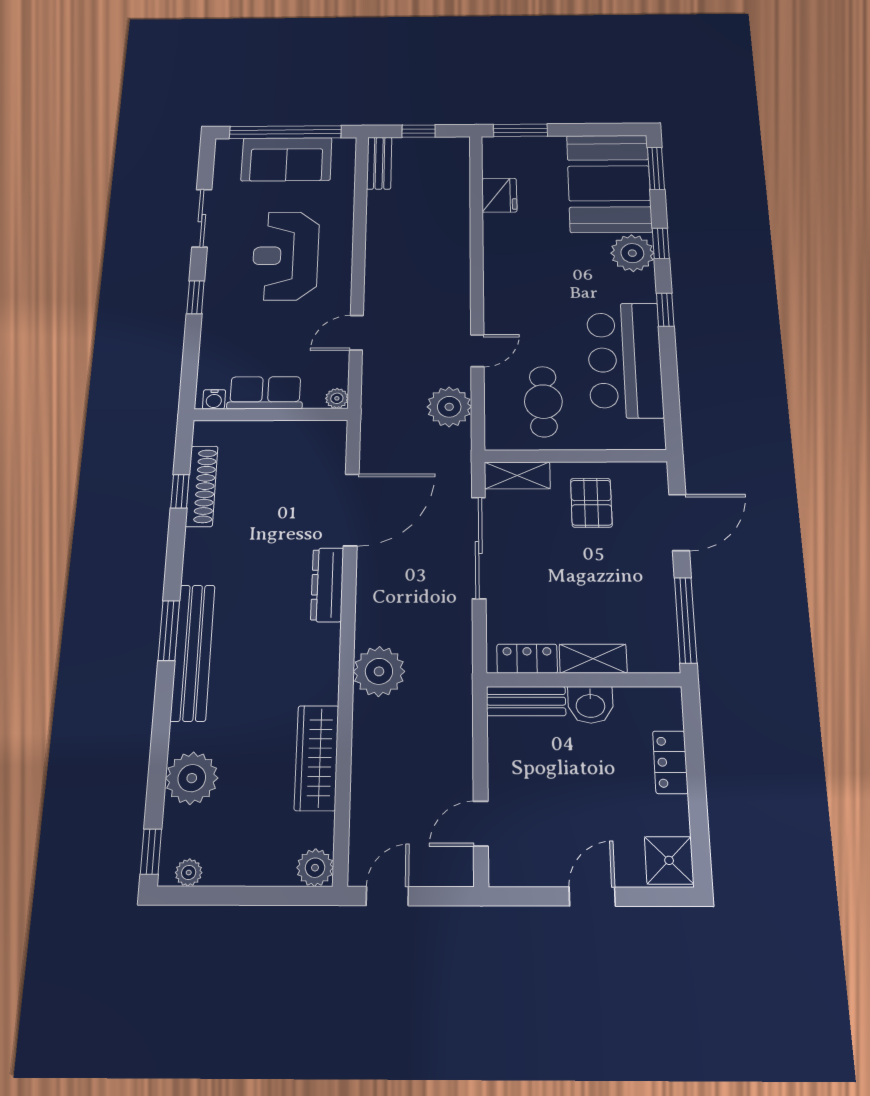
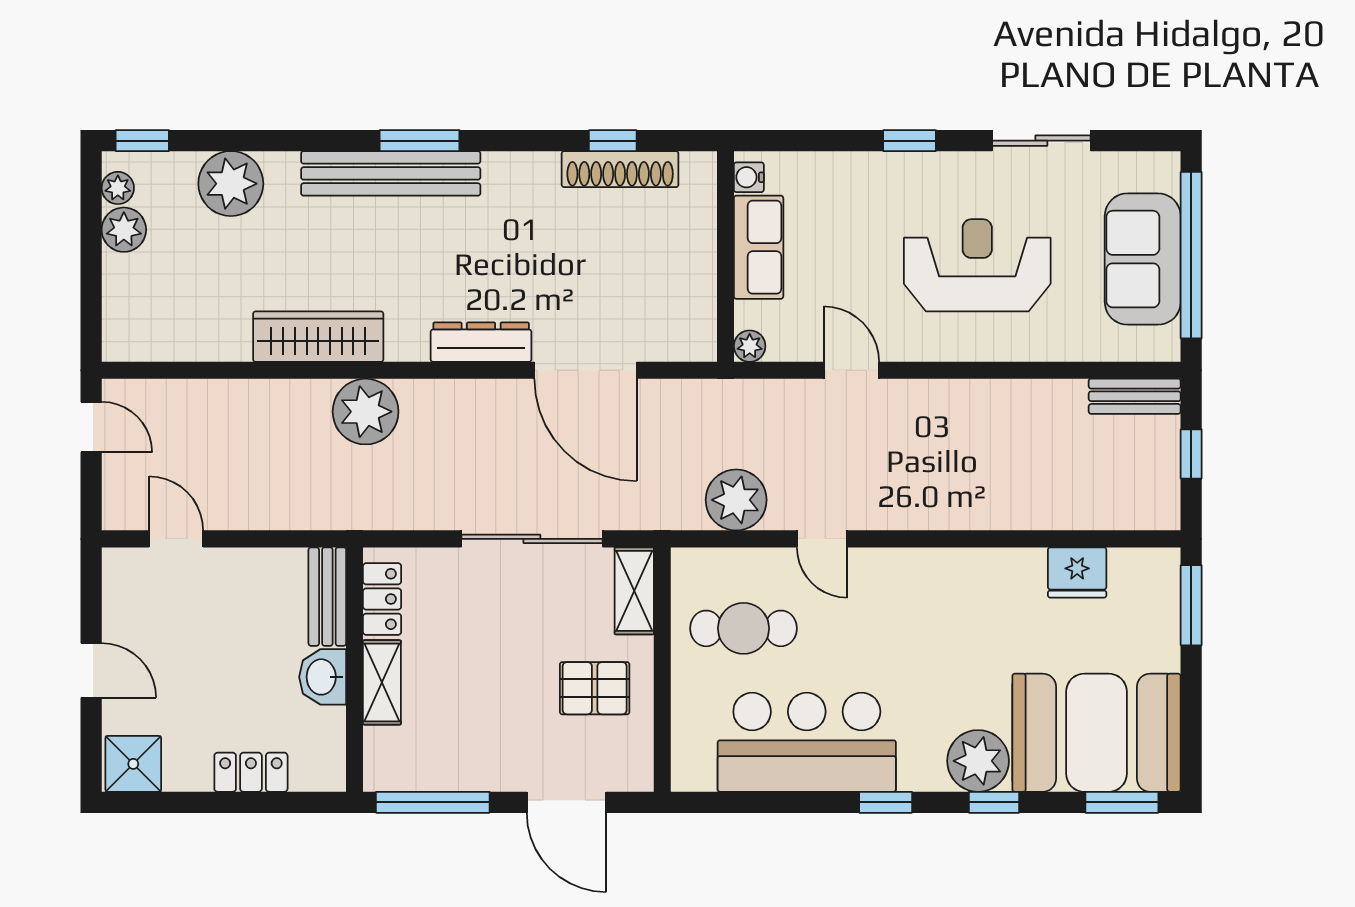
wardrobe: (317, 758) -> (318, 337), moved
plant: (315, 868) -> (124, 230), moved

